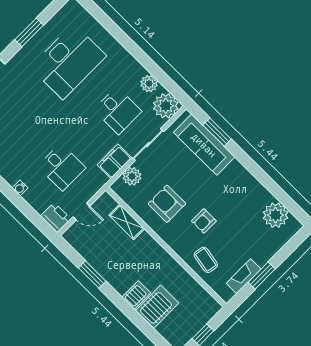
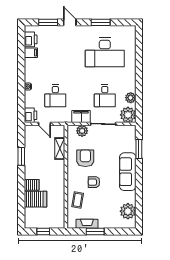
sofa: (204, 145) -> (128, 172), moved

